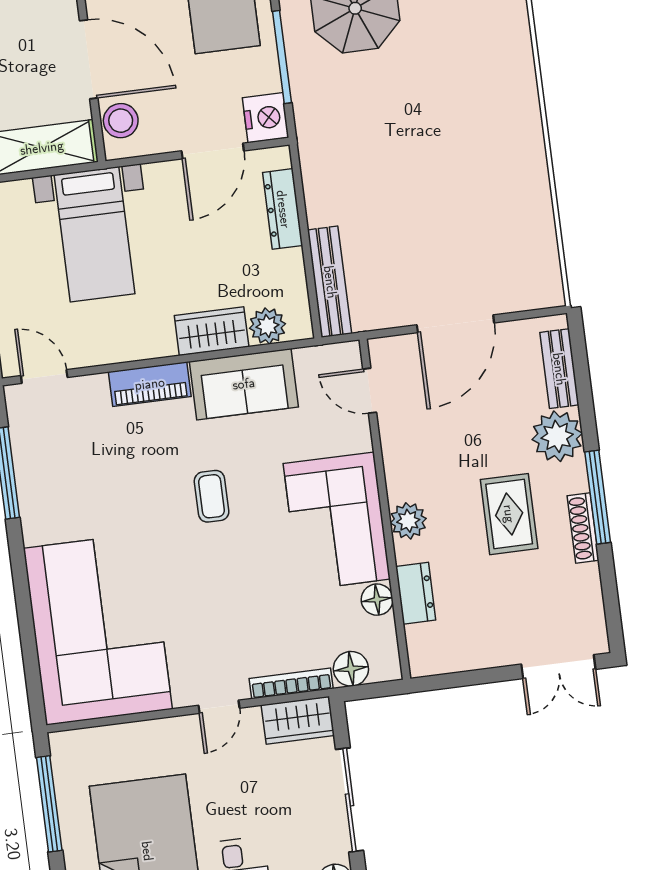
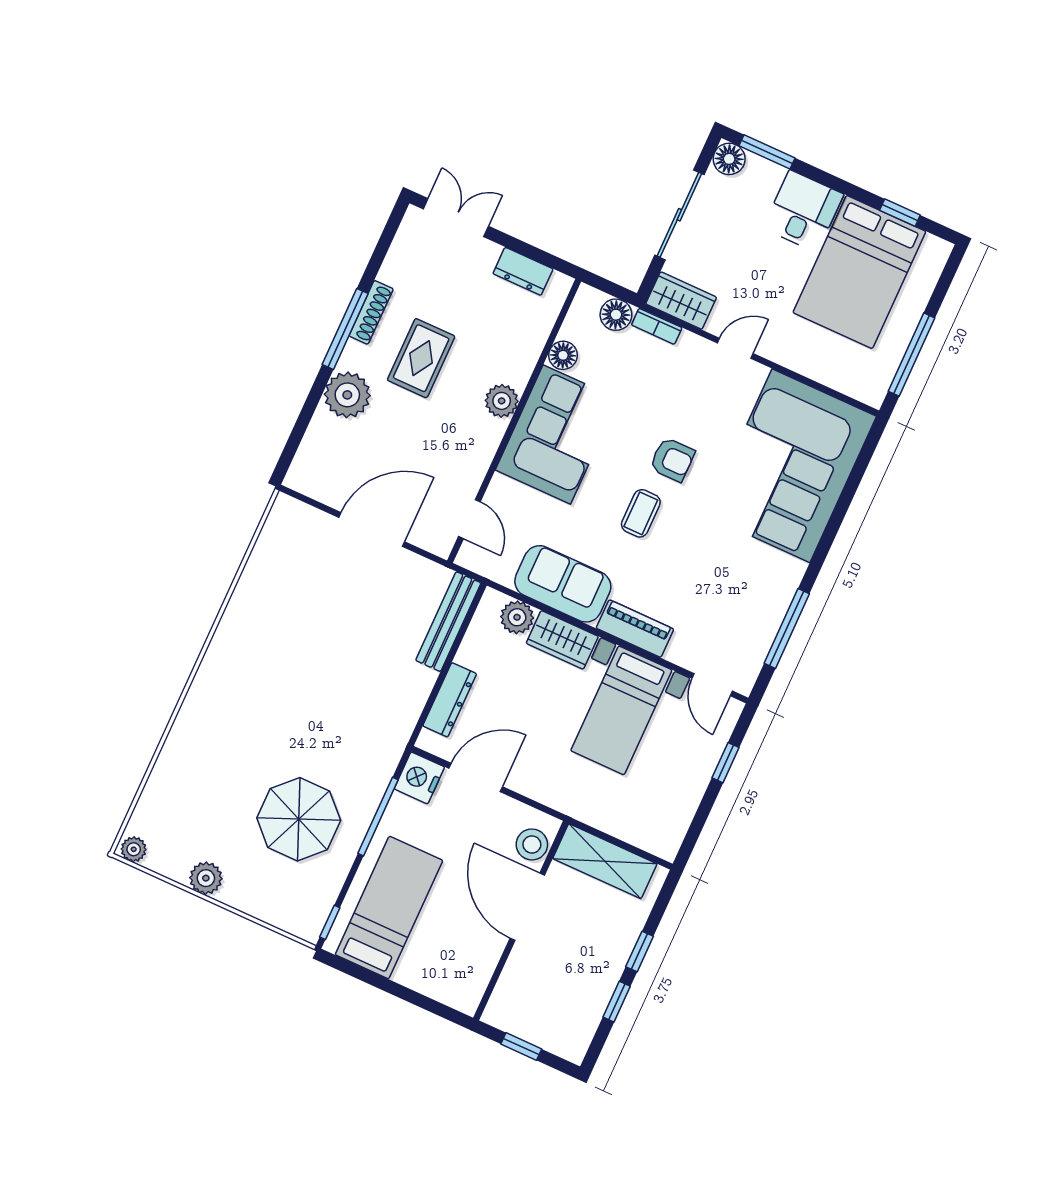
bed with nightstands: (94, 234) -> (621, 710), moved, turned 180
bench: (559, 369) -> (313, 446), removed
armchair: (213, 565) -> (672, 460), added
dresser: (416, 593) -> (523, 271), moved, turned -90
bookcase: (291, 683) -> (657, 326), width x0.64

